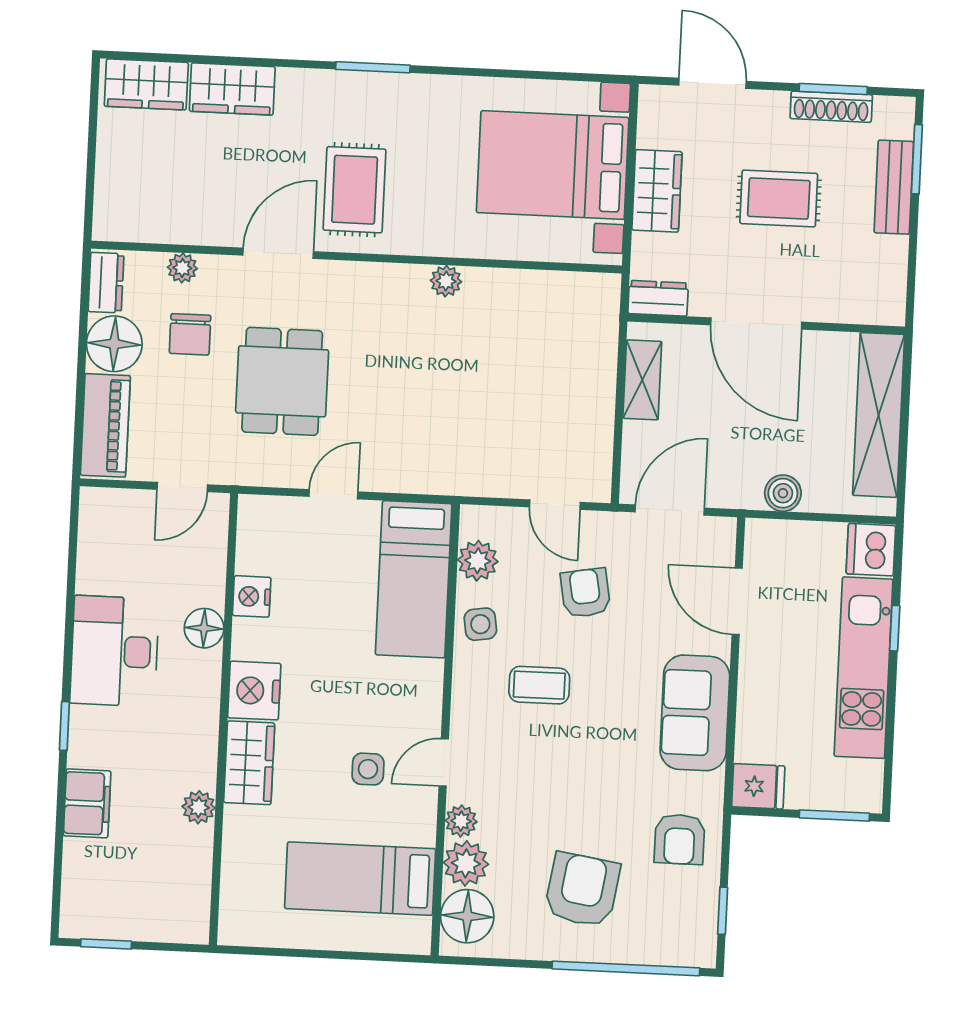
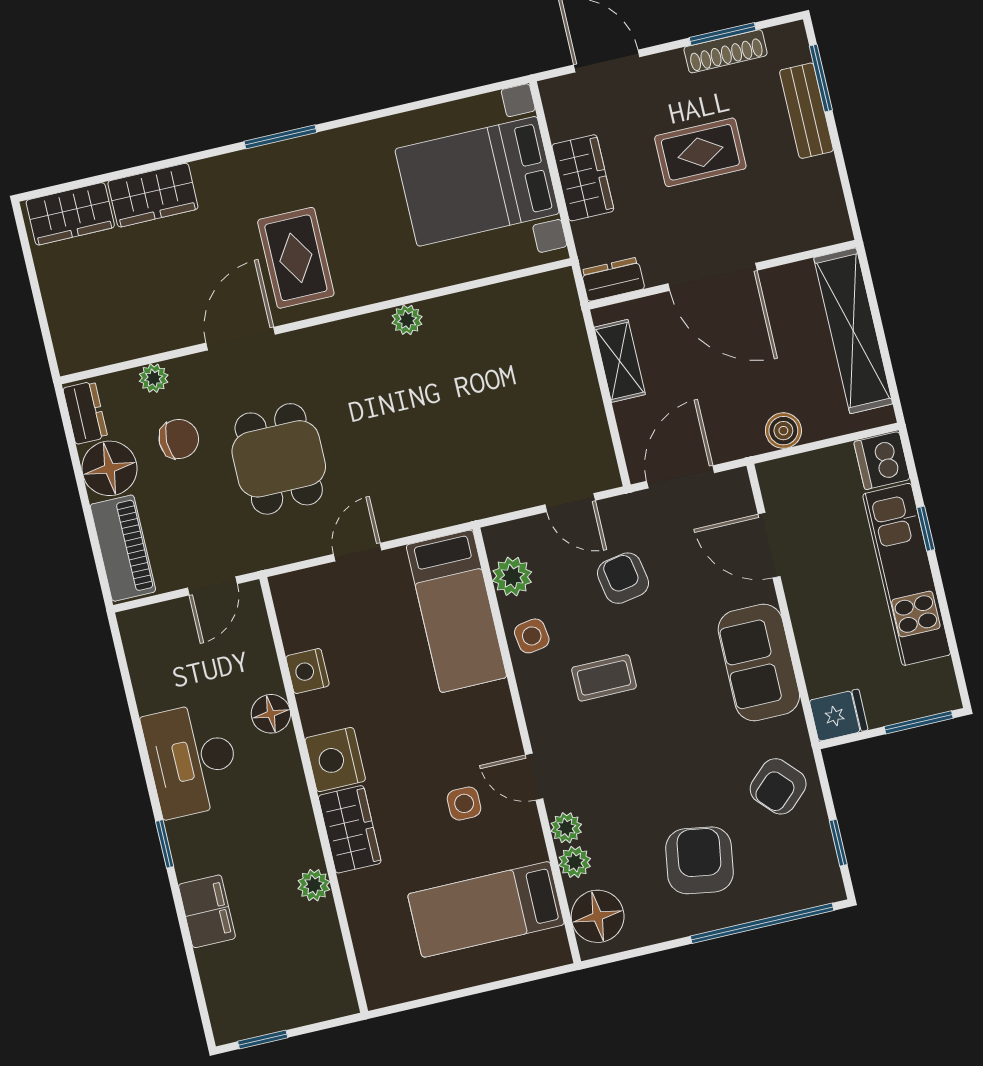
chair: (190, 334) -> (179, 439), turned -90
door: (444, 762) -> (534, 777), hinge flipped
armchair: (679, 839) -> (778, 786), turned 47
plant: (466, 863) -> (575, 862), width x0.73, depth x0.73

